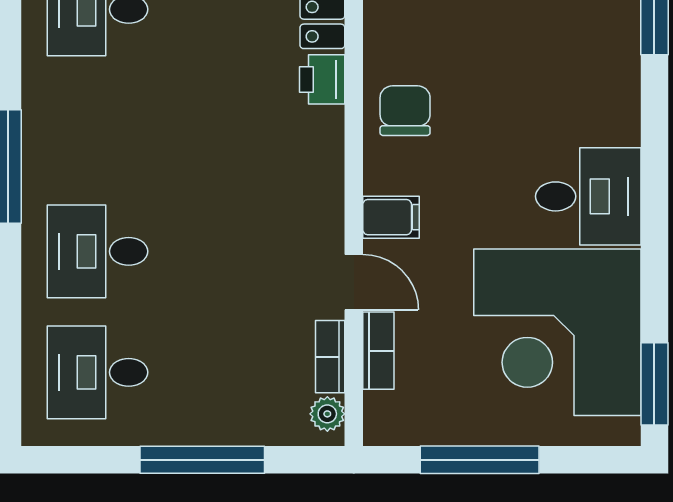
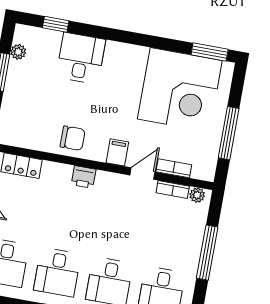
printer: (322, 79) -> (84, 177), moved
chair: (405, 111) -> (73, 138), turned 180
desk: (98, 130) -> (57, 272), added
desk: (588, 196) -> (81, 58), moved

